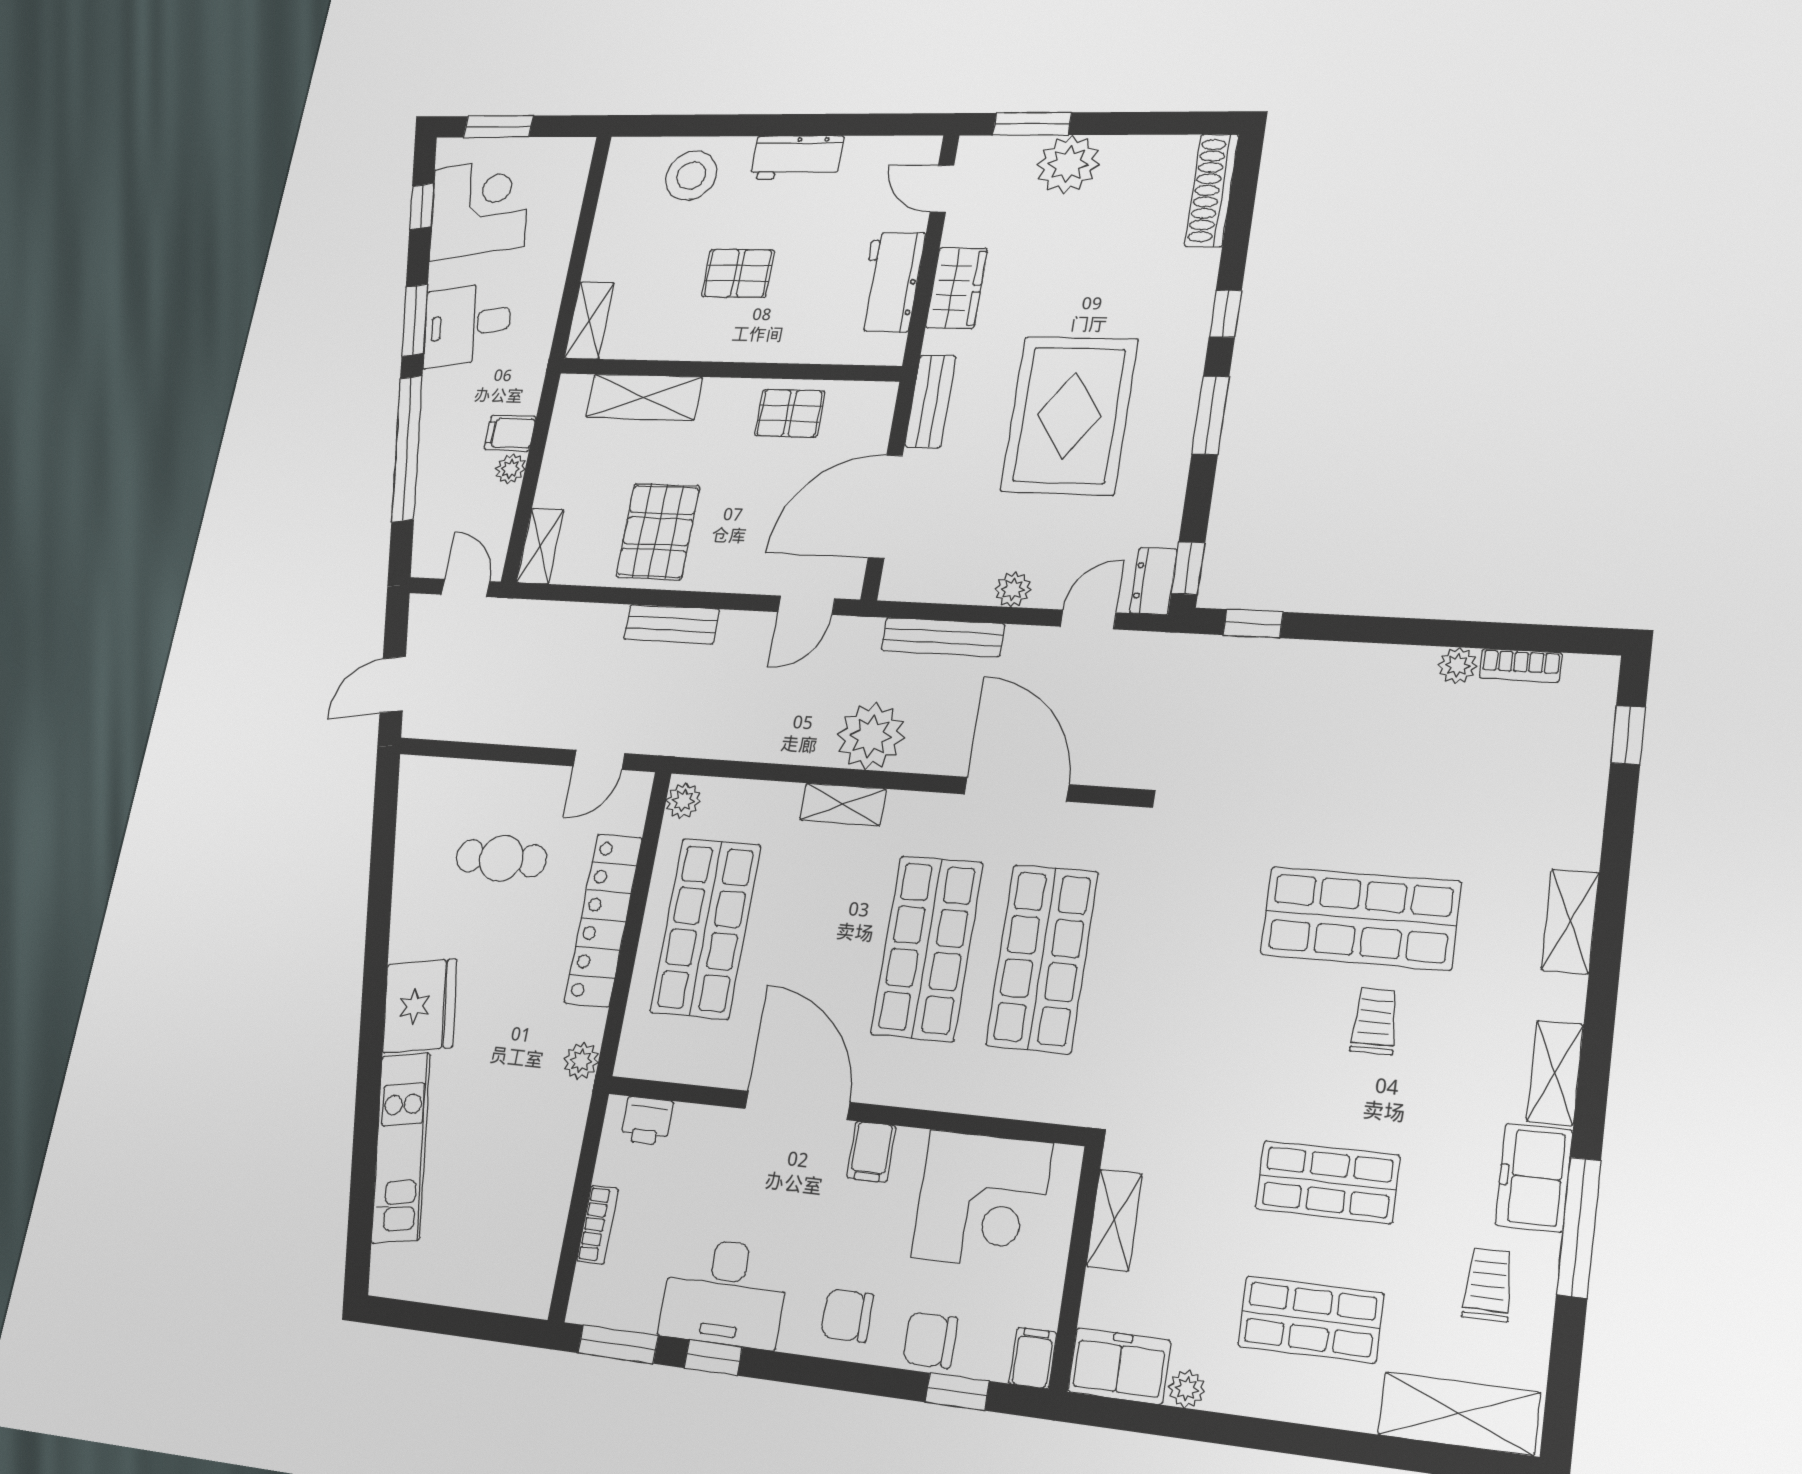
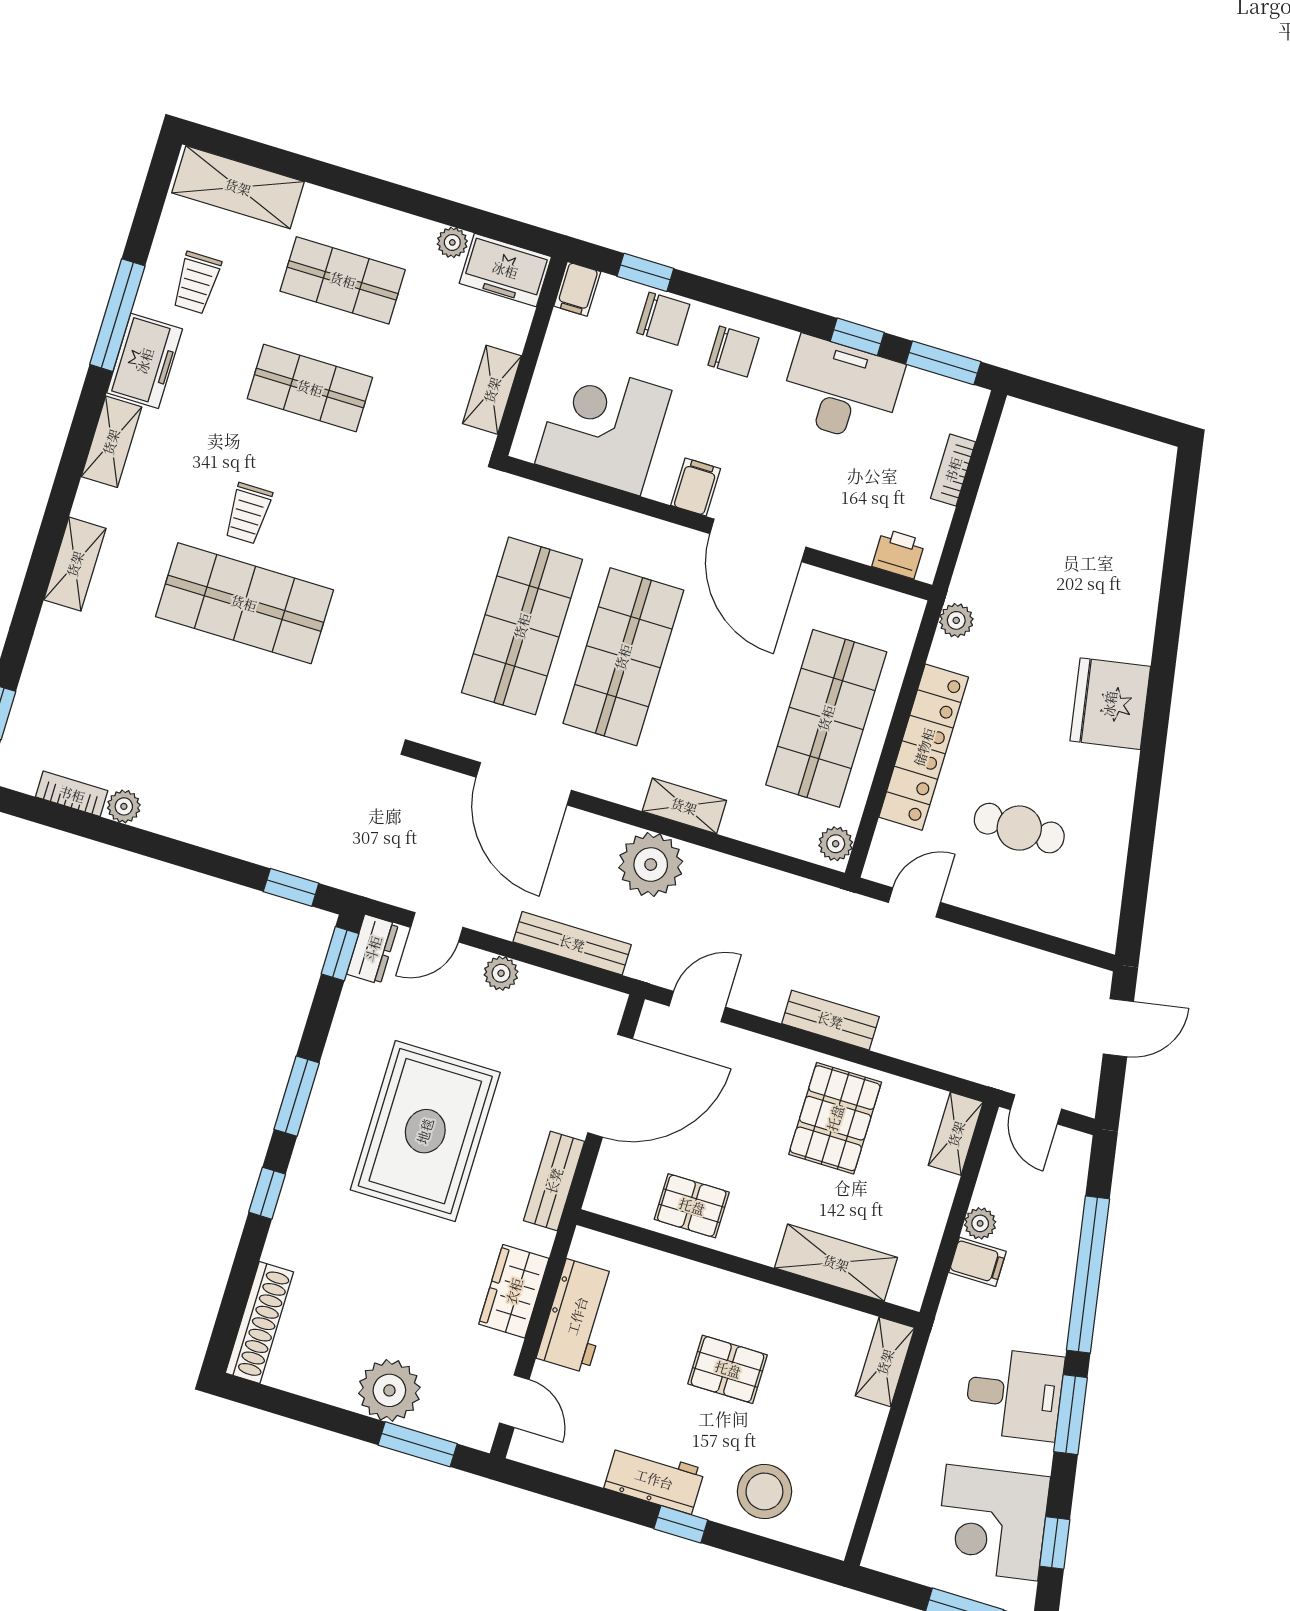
window: (767, 125) -> (681, 1524), added
kitchen unit: (401, 1147) -> (1138, 575), removed

